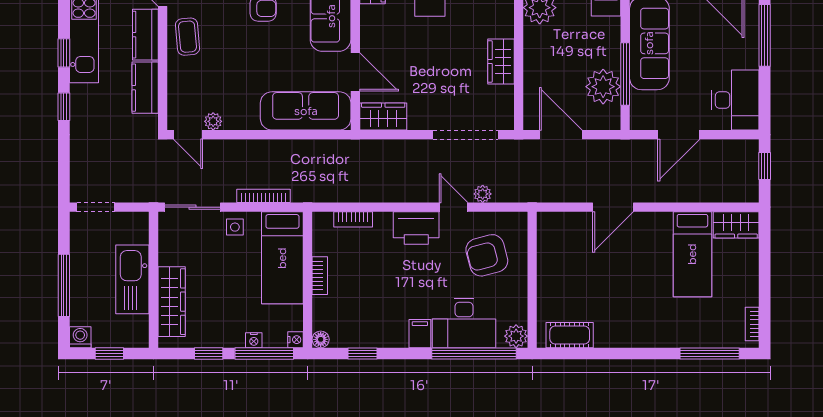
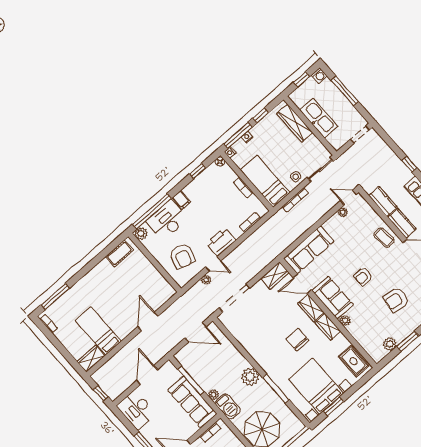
wardrobe: (501, 61) -> (311, 308), moved, turned 180
plant: (603, 87) -> (214, 395), moved, width x0.53, depth x0.53
armchair: (487, 255) -> (182, 256), turned 121

